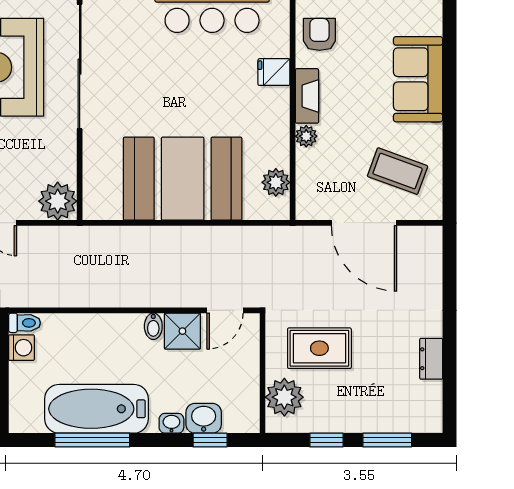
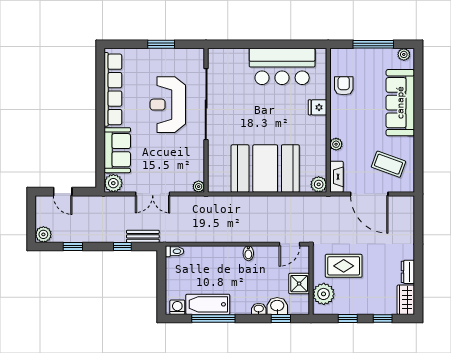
sofa: (418, 79) -> (400, 103), width x1.36
fireplace: (307, 96) -> (336, 177), moved
plant: (276, 182) -> (319, 184), moved
plant: (58, 201) -> (199, 187), width x0.53, depth x0.53
shower: (182, 331) -> (299, 284), moved
washing machine: (21, 348) -> (177, 307), moved, turned -90
wardrobe: (428, 407) -> (406, 300), added
bathtub: (96, 409) -> (208, 304), width x0.73, depth x0.73
window: (387, 440) -> (383, 319), width x0.67

